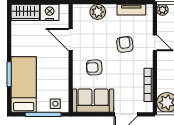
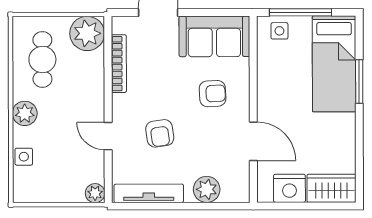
tv unit: (131, 10) -> (149, 193), width x1.41

